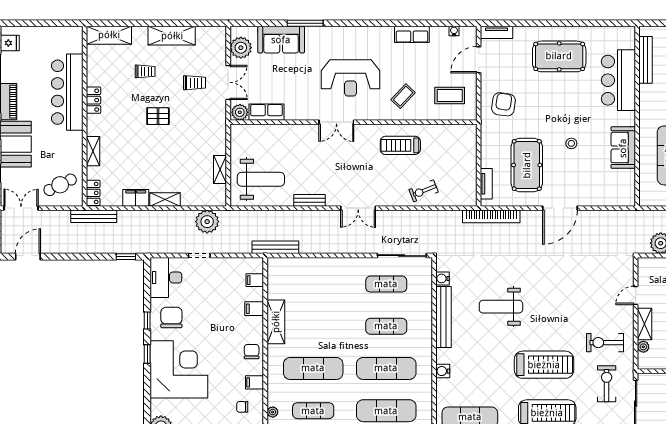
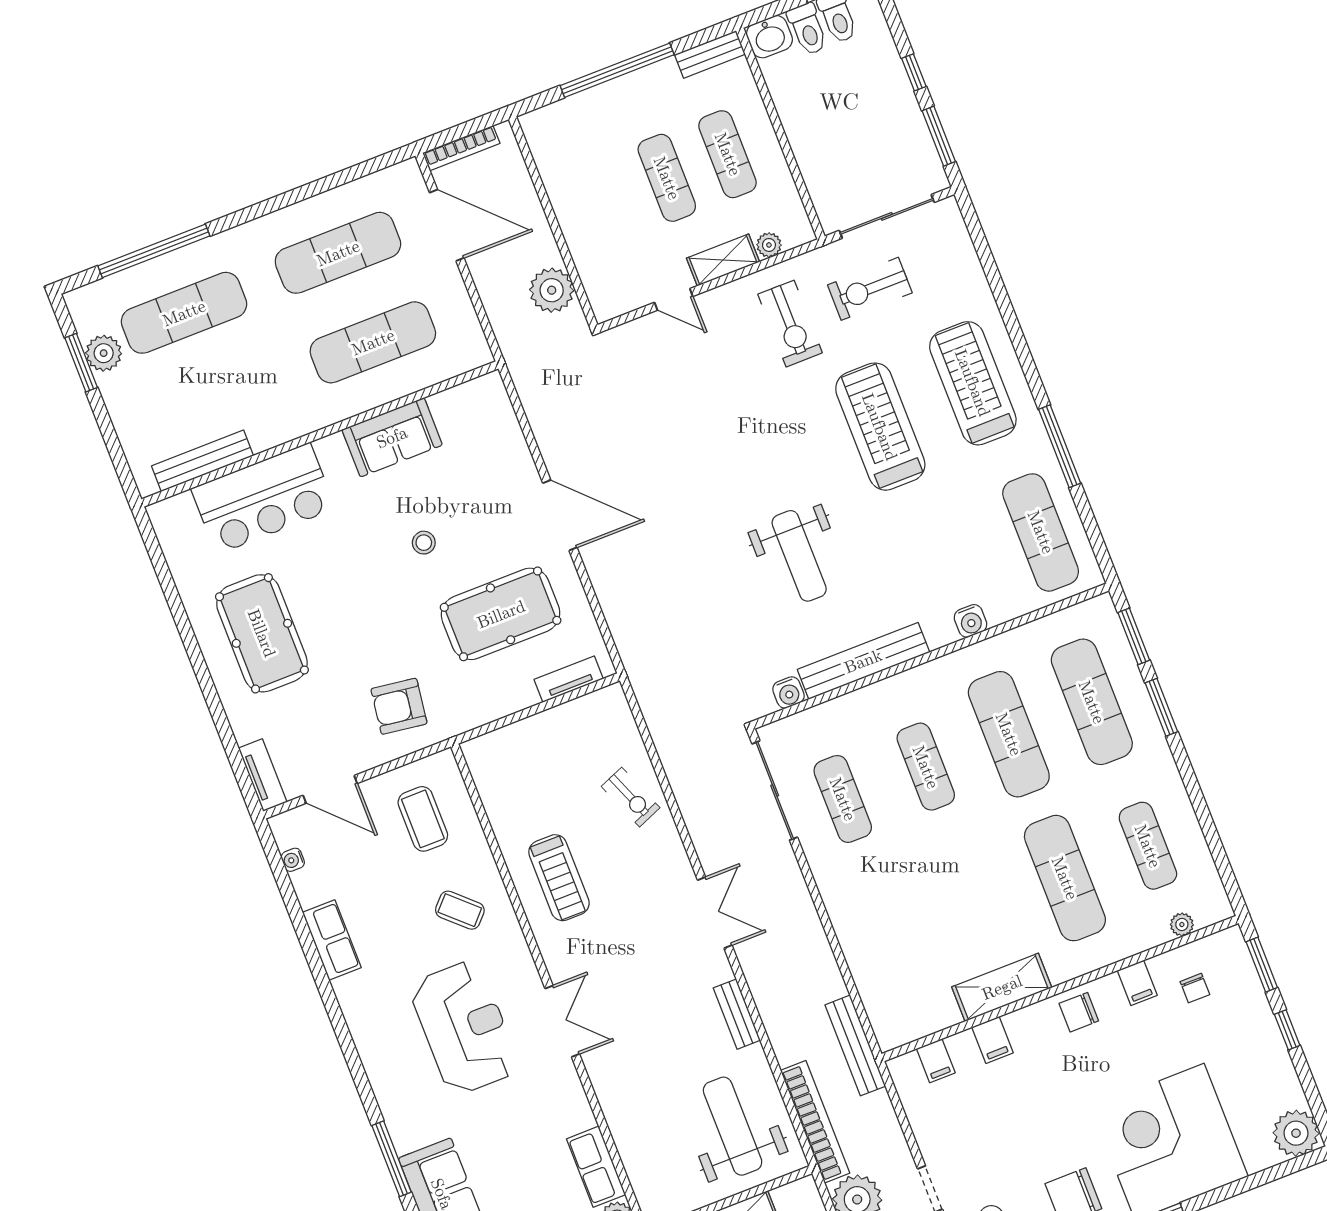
bookcase: (491, 216) -> (815, 1122), moved

